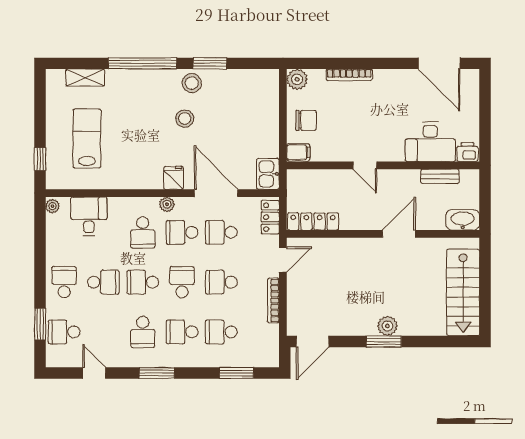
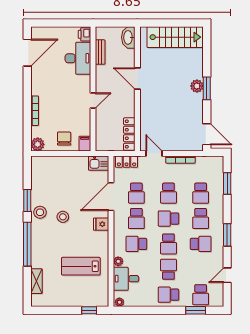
lab bench: (87, 138) -> (81, 266), moved
plant: (167, 204) -> (118, 261), moved
school desk: (143, 232) -> (136, 244), turned 180

